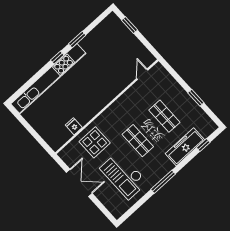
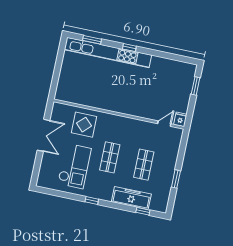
window: (77, 39) -> (92, 40), moved
fridge: (74, 126) -> (180, 119), moved
checkout: (124, 175) -> (74, 166), turned 180
window: (163, 182) -> (92, 201), width x0.46

